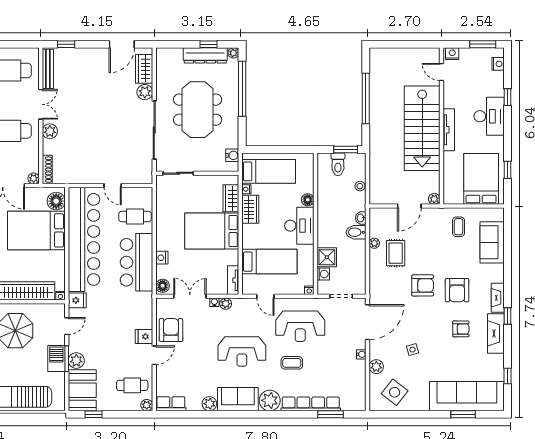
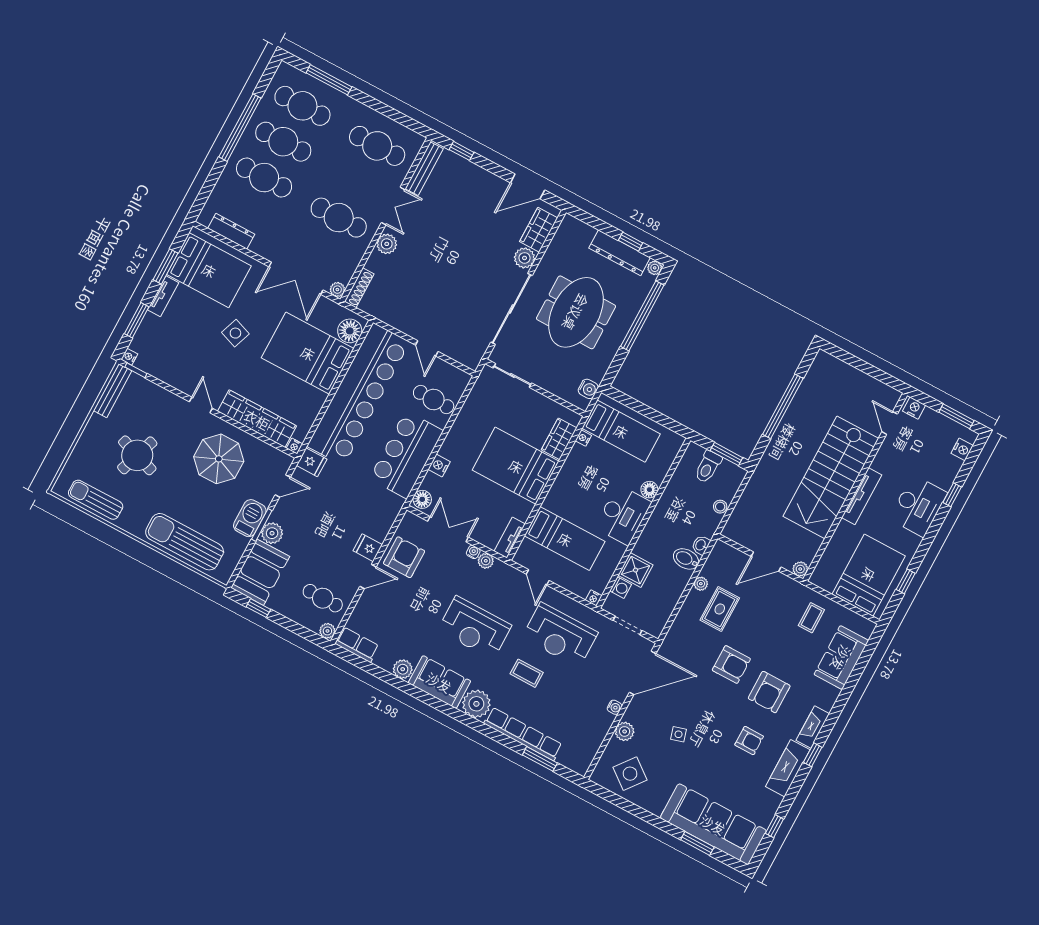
wardrobe: (250, 209) -> (575, 464), removed

